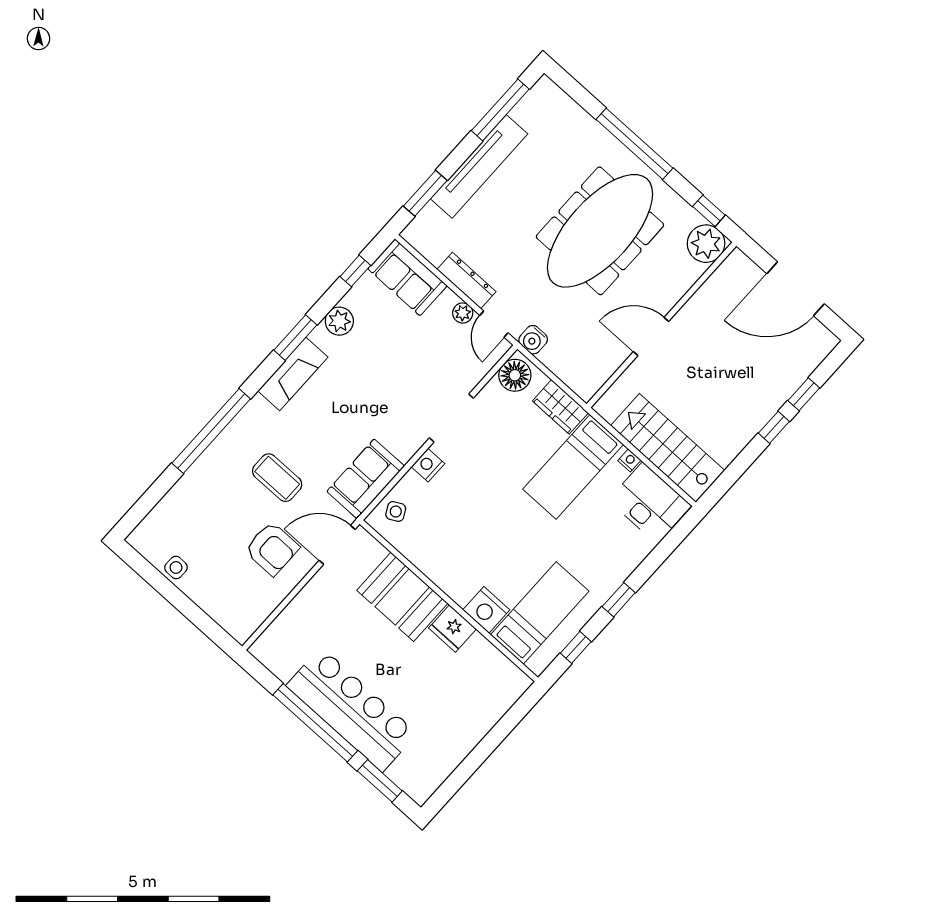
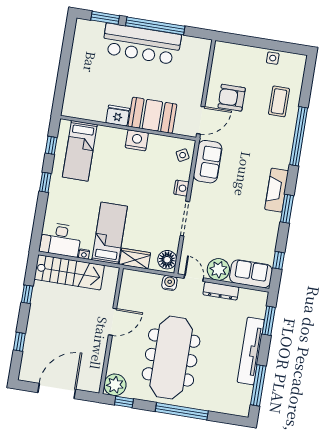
plant: (463, 313) -> (218, 269), width x1.88, depth x1.88
plant: (339, 321) -> (271, 231), removed
window: (774, 427) -> (27, 294), moved
coffee table: (277, 478) -> (279, 101), moved, turned 90
nightstand: (486, 610) -> (137, 140), moved

